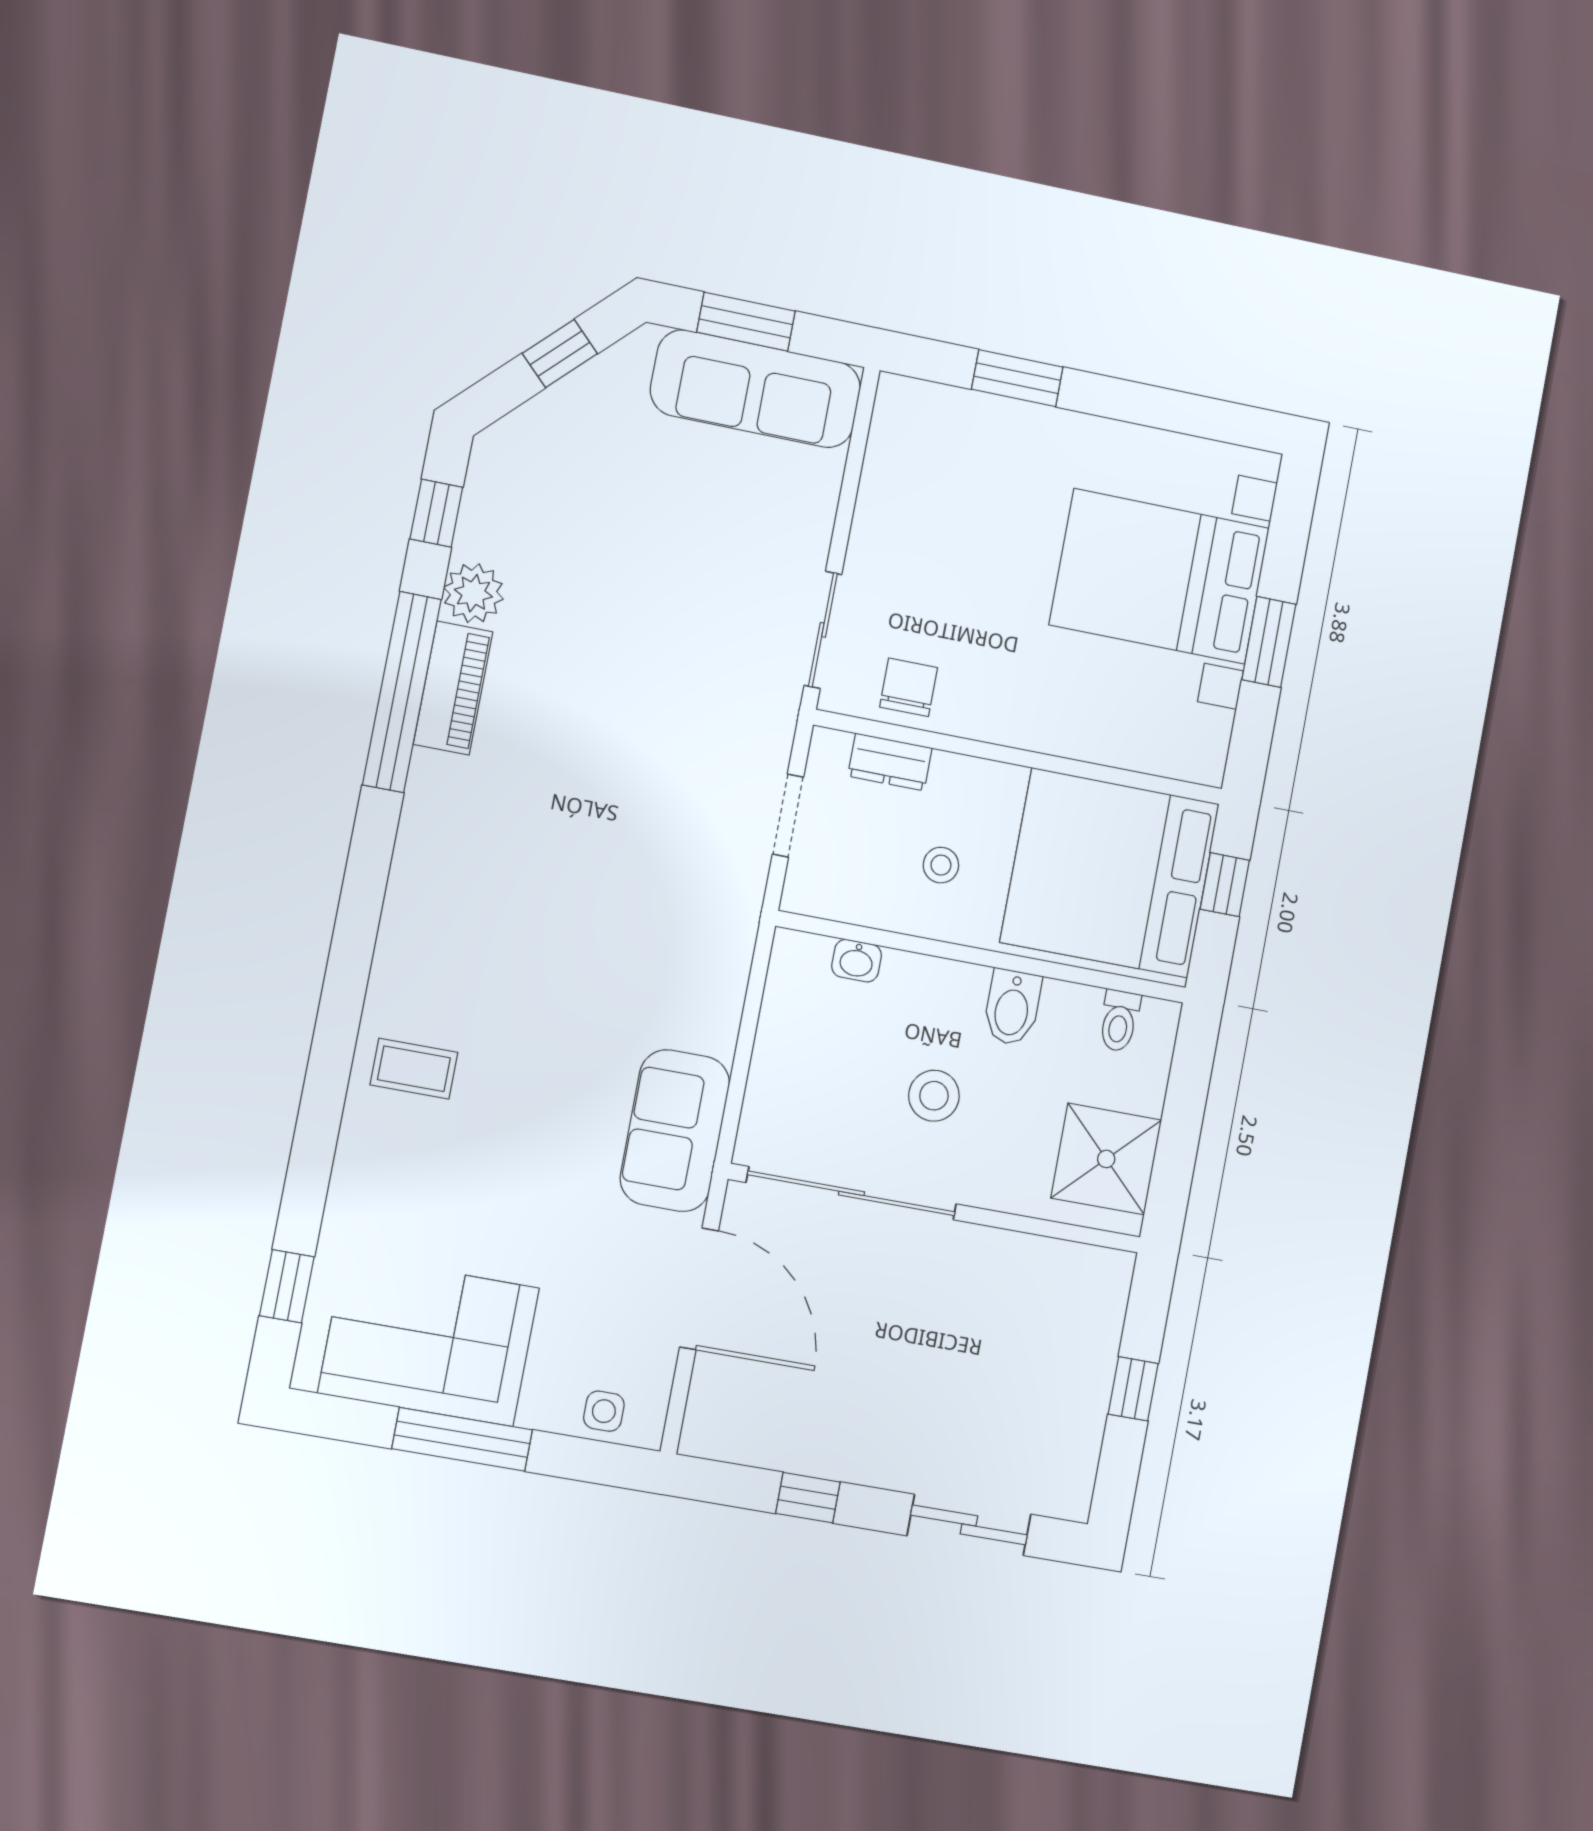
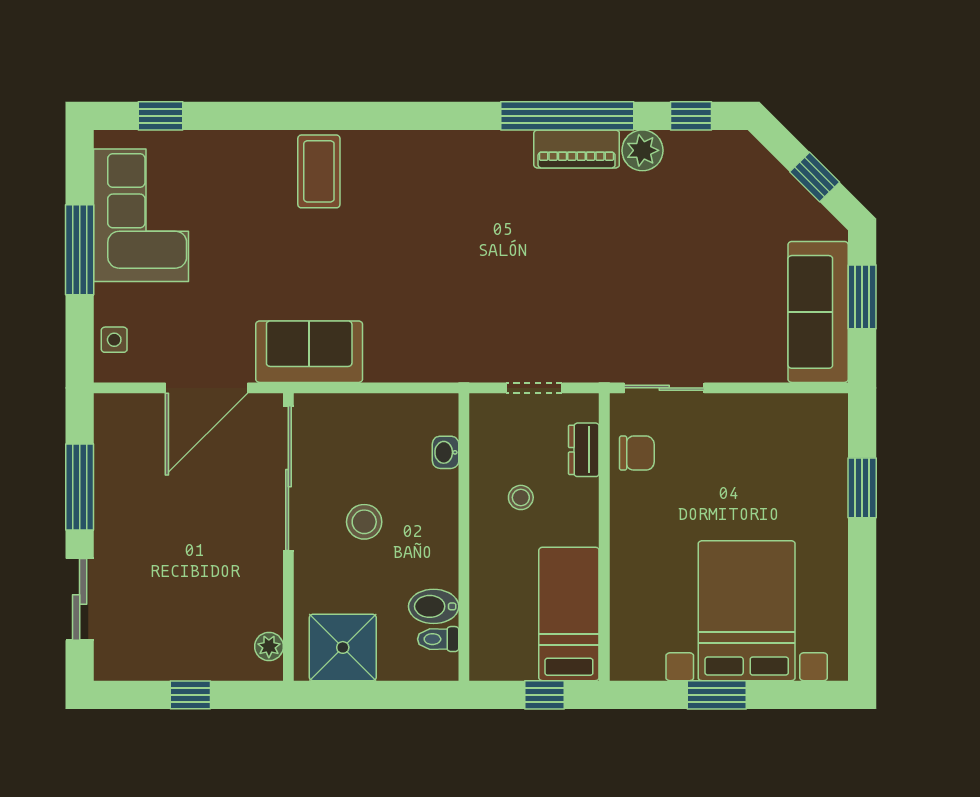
bed: (1110, 873) -> (569, 614), width x0.49
bidet: (1012, 1007) -> (434, 606), moved
coffee table: (414, 1069) -> (319, 171), width x1.36, depth x1.30
plant: (1086, 1264) -> (269, 646), added
window: (808, 1498) -> (80, 487), width x2.17

